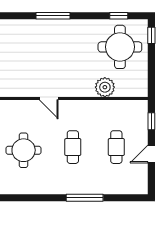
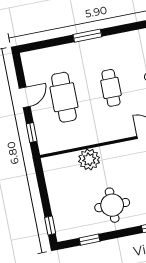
round table: (120, 47) -> (112, 205), moved, width x0.73, depth x0.73
cafe table: (116, 147) -> (64, 97), width x1.37, depth x1.35
window: (85, 198) -> (87, 36), width x0.69

